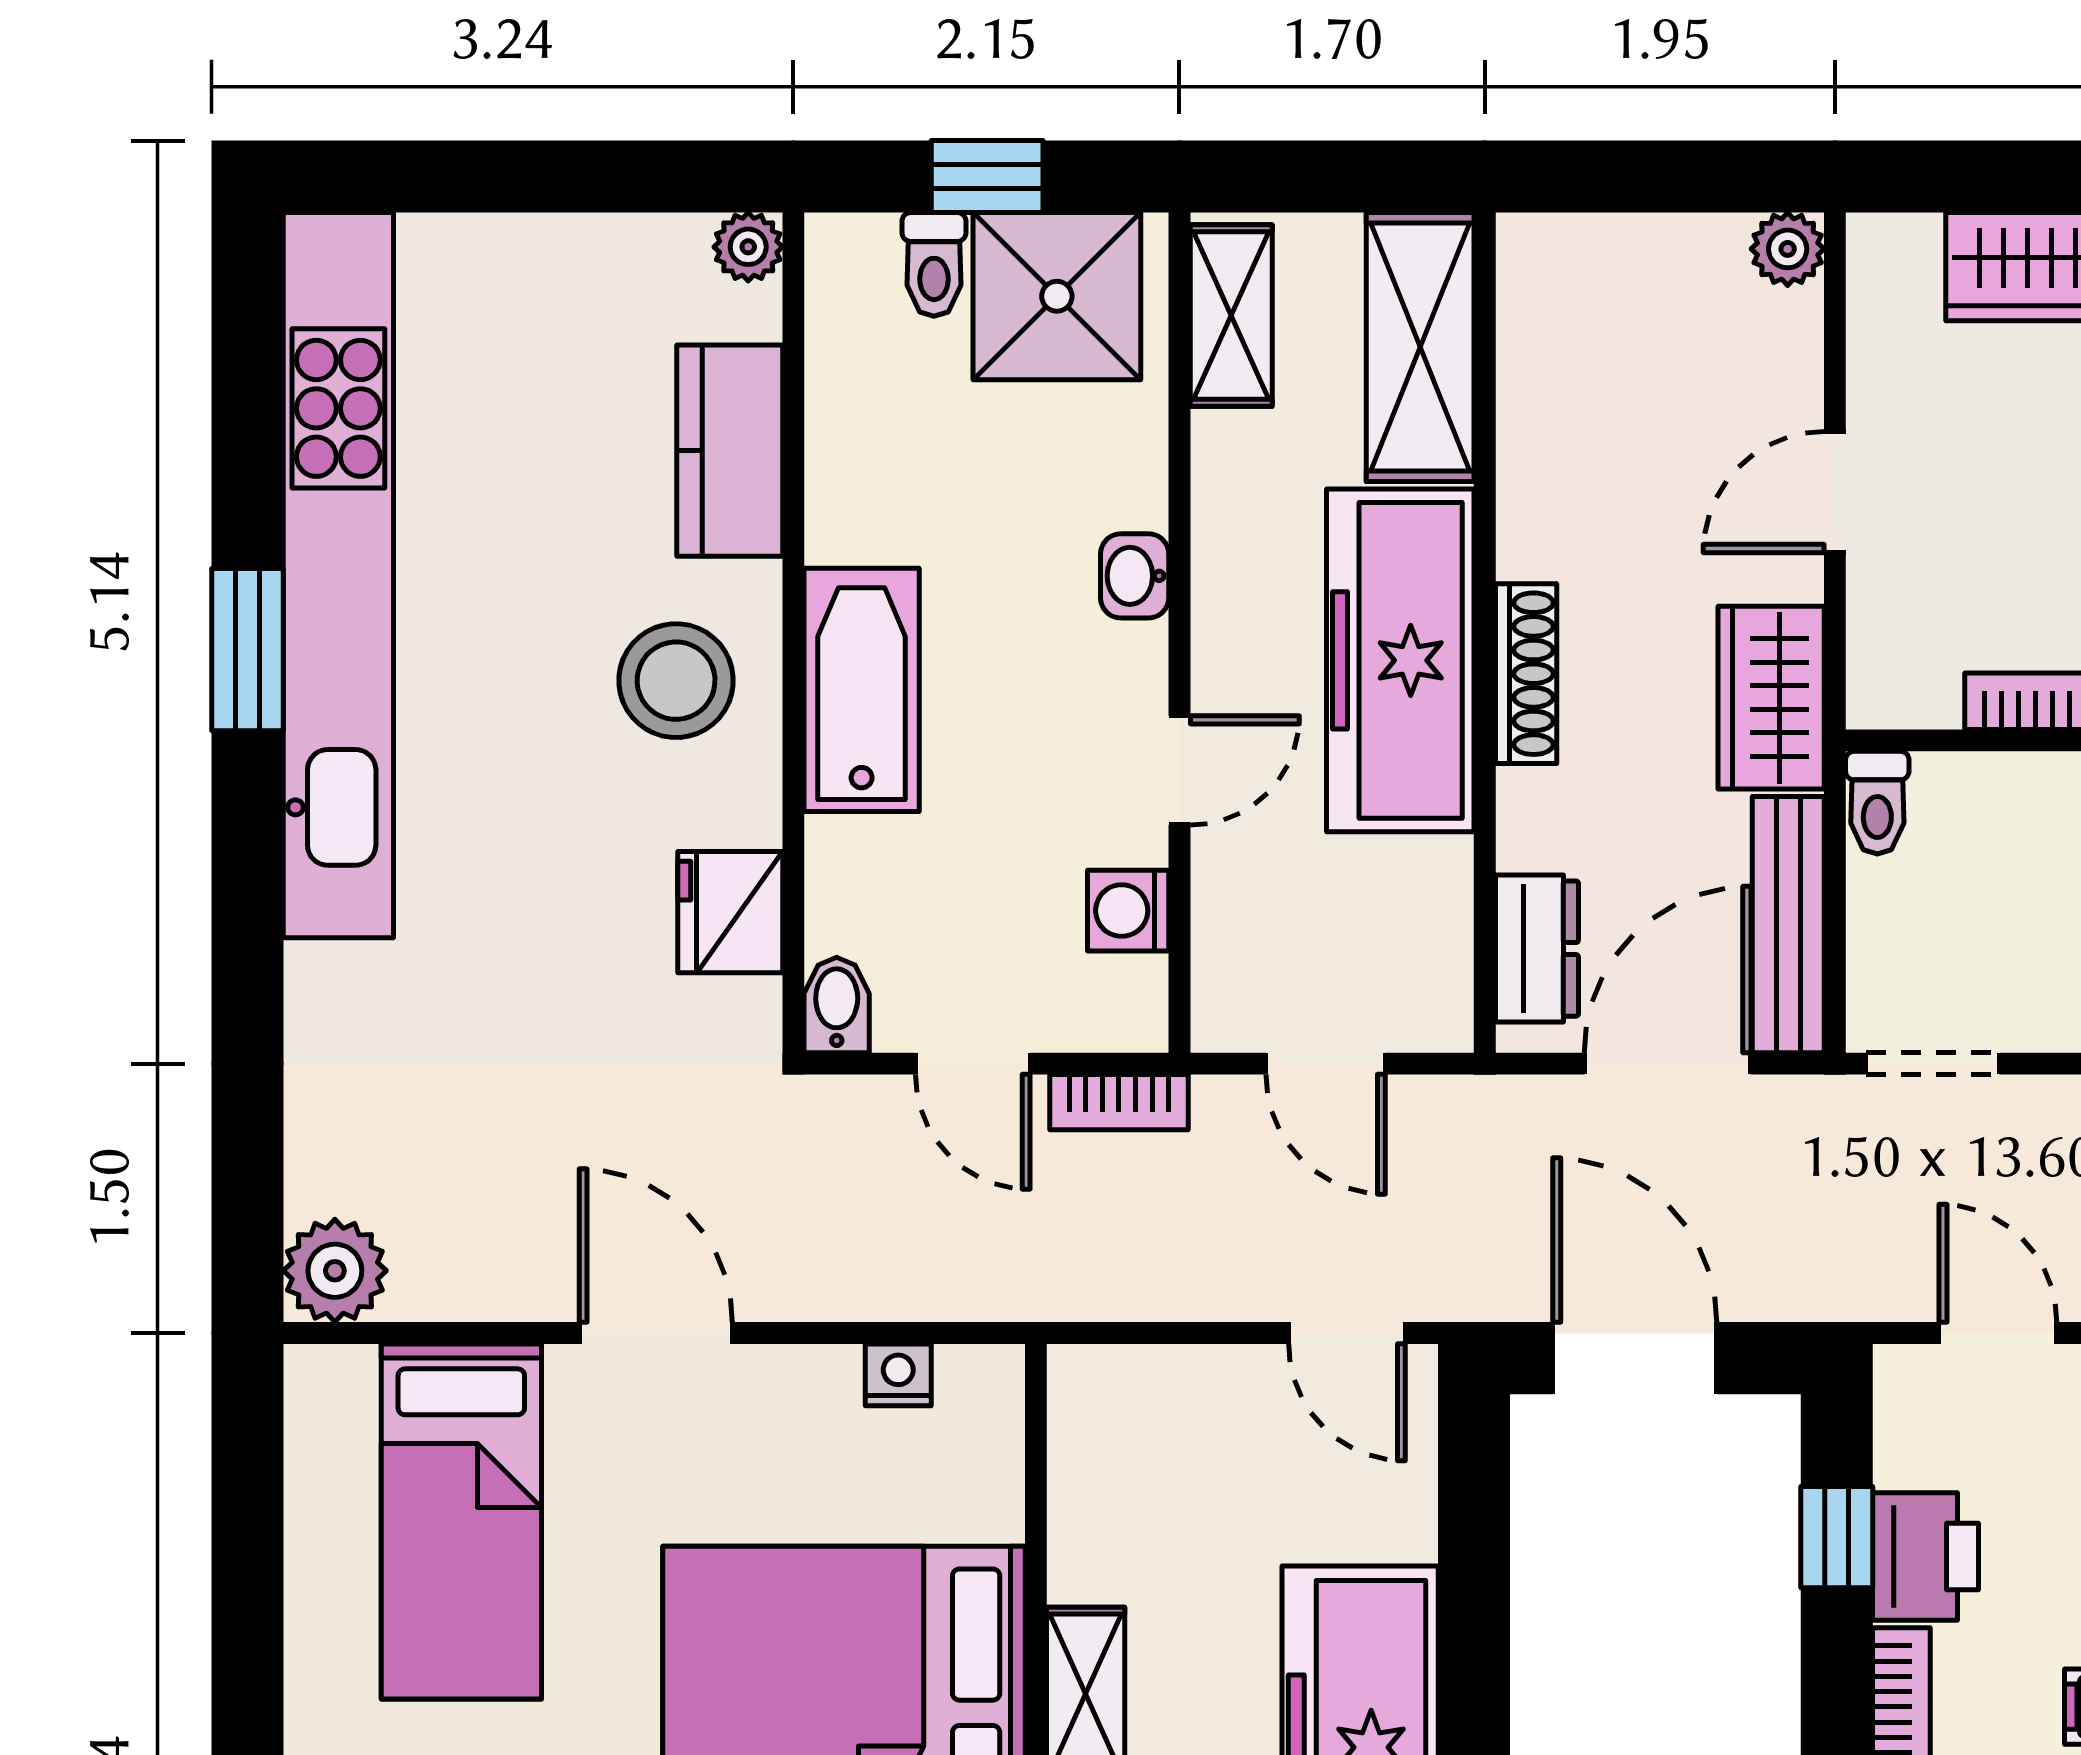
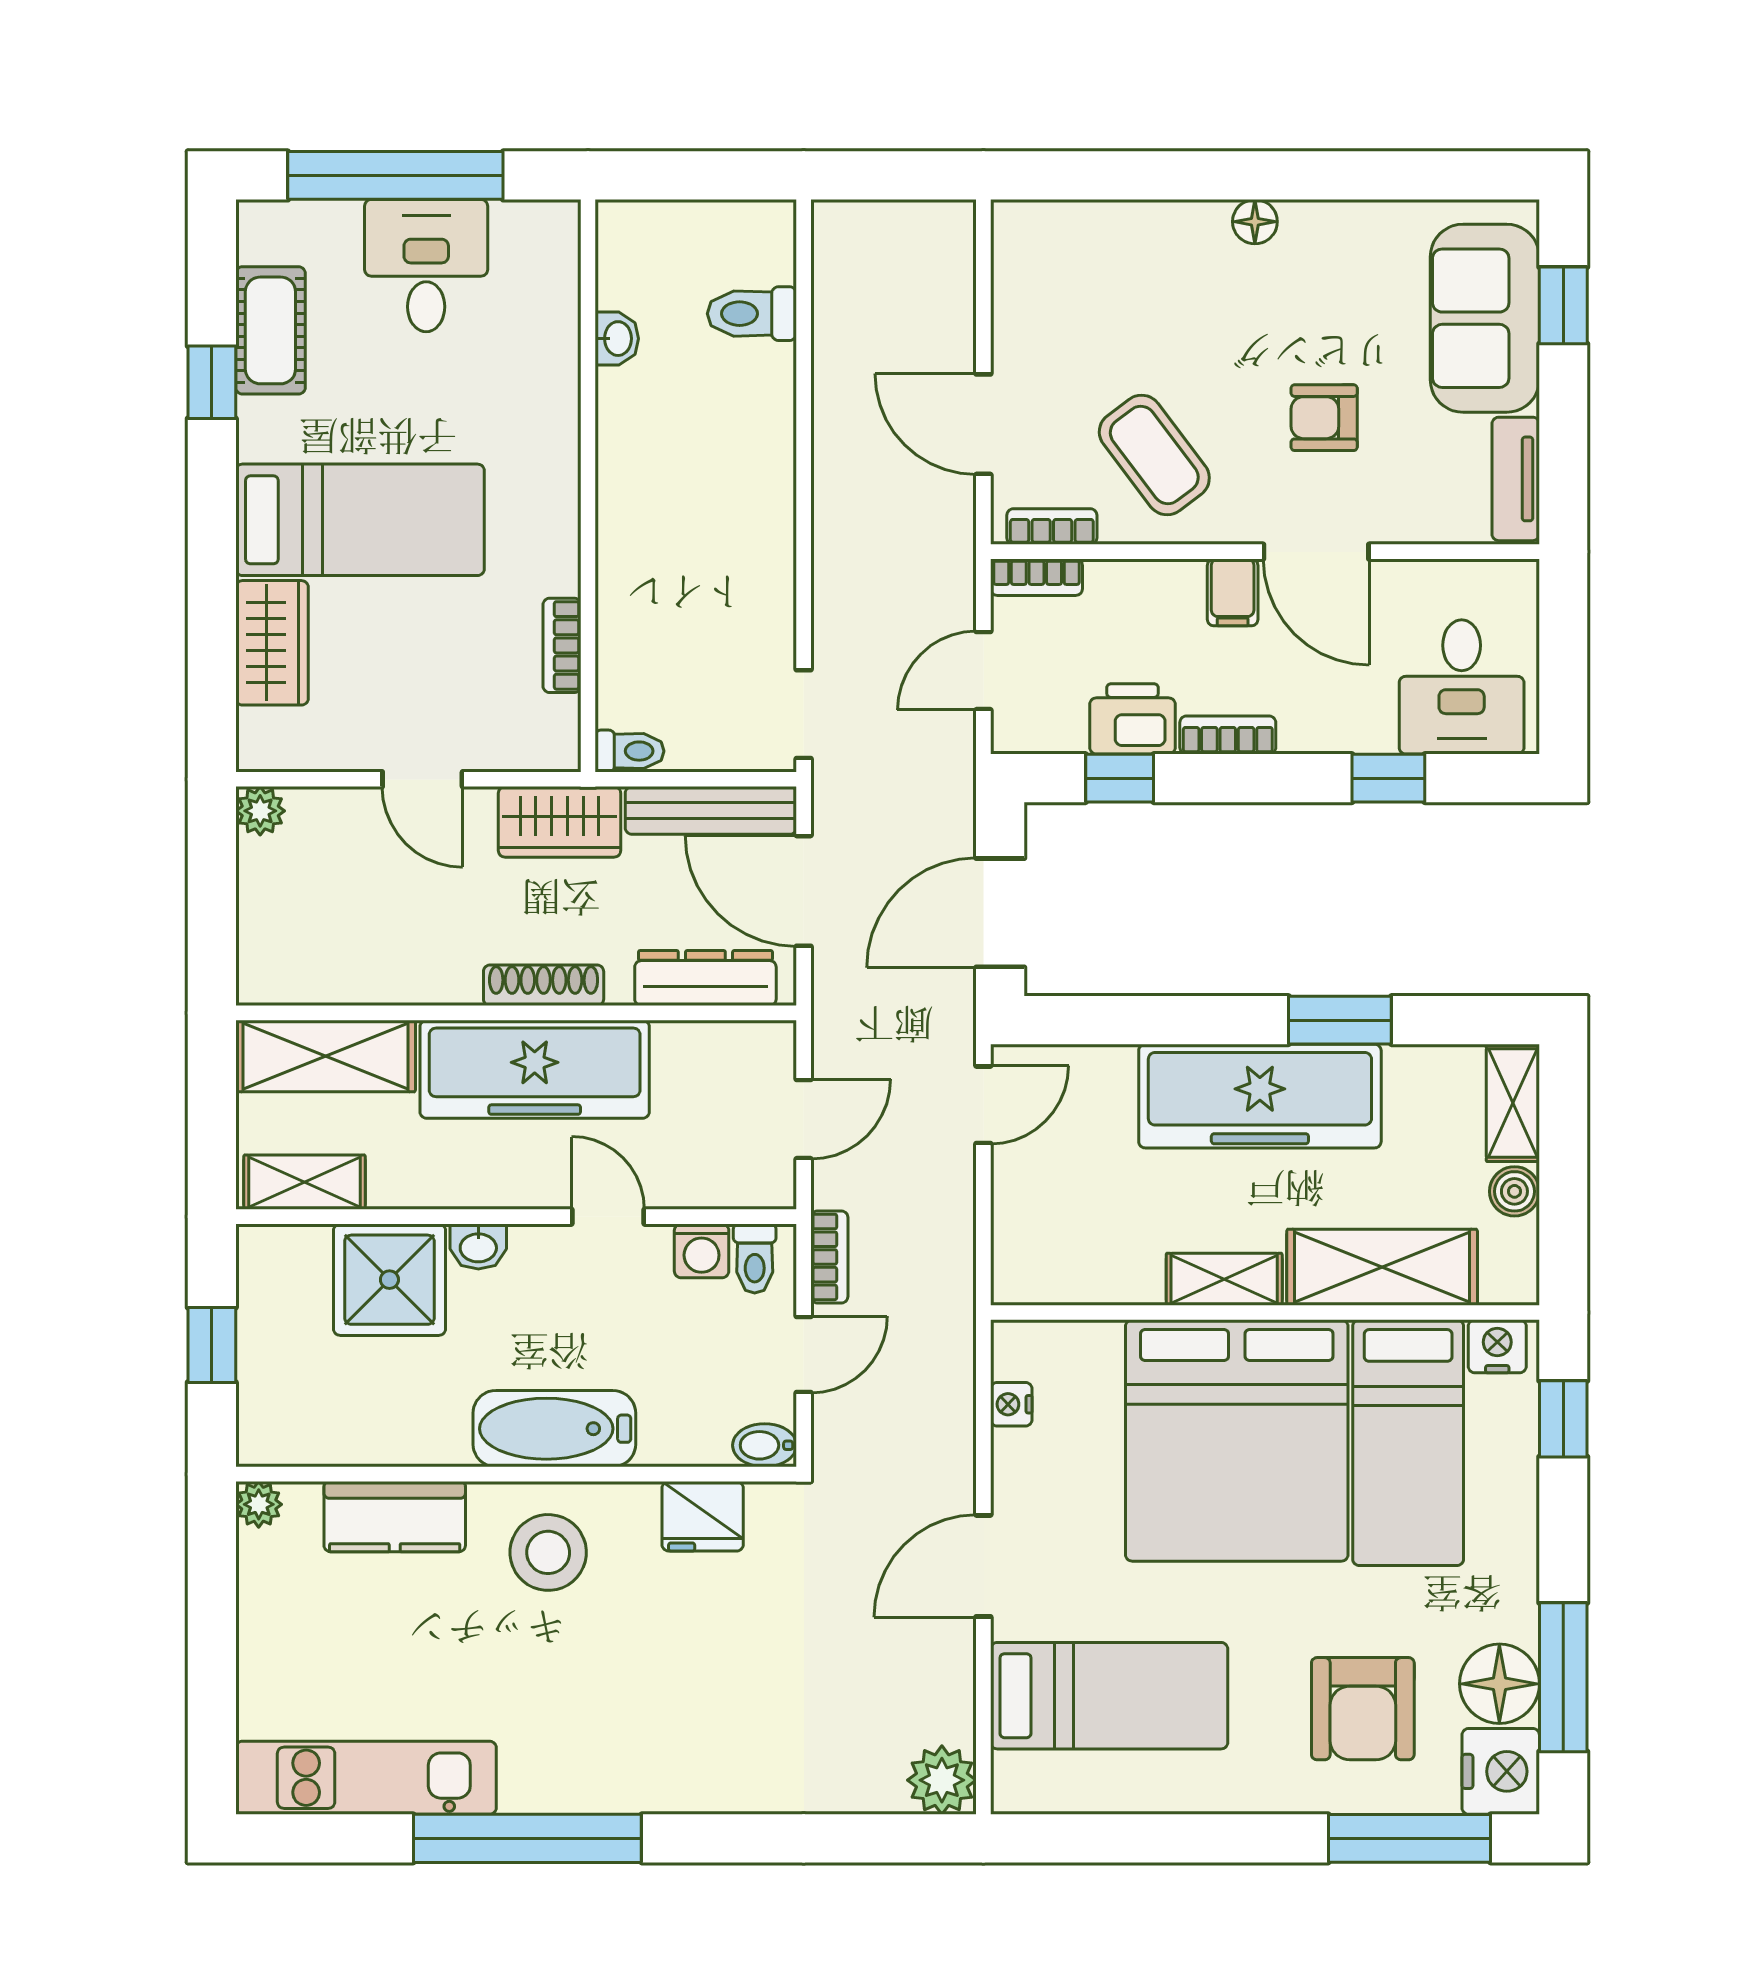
toilet: (934, 264) -> (755, 1258), moved, turned 90
shower: (1057, 296) -> (389, 1280), moved
kitchen unit: (338, 575) -> (366, 1778), width x0.54
window: (247, 650) -> (527, 1838), width x2.11
dresser: (1537, 949) -> (705, 978), width x1.44

